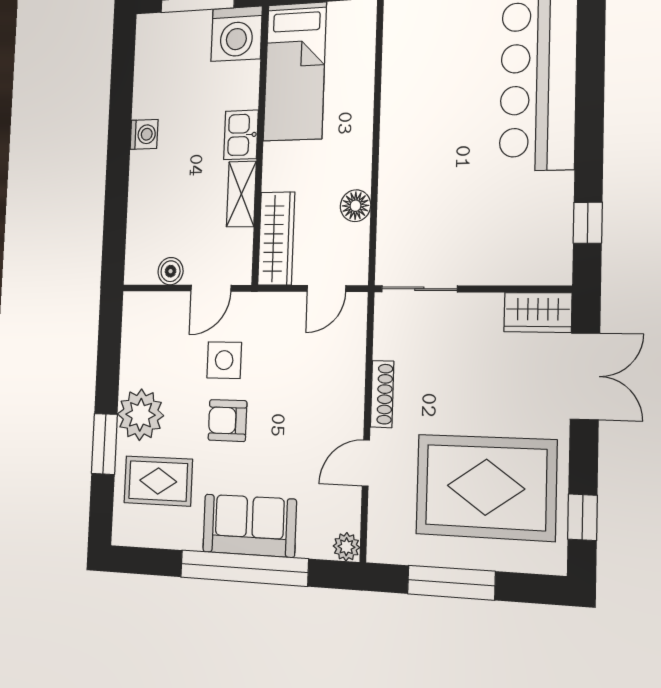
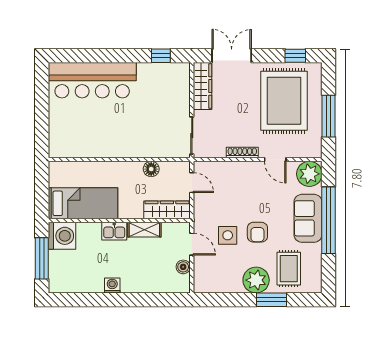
wardrobe: (538, 312) -> (203, 86), width x1.50
plant: (346, 547) -> (309, 174), width x1.88, depth x1.88

